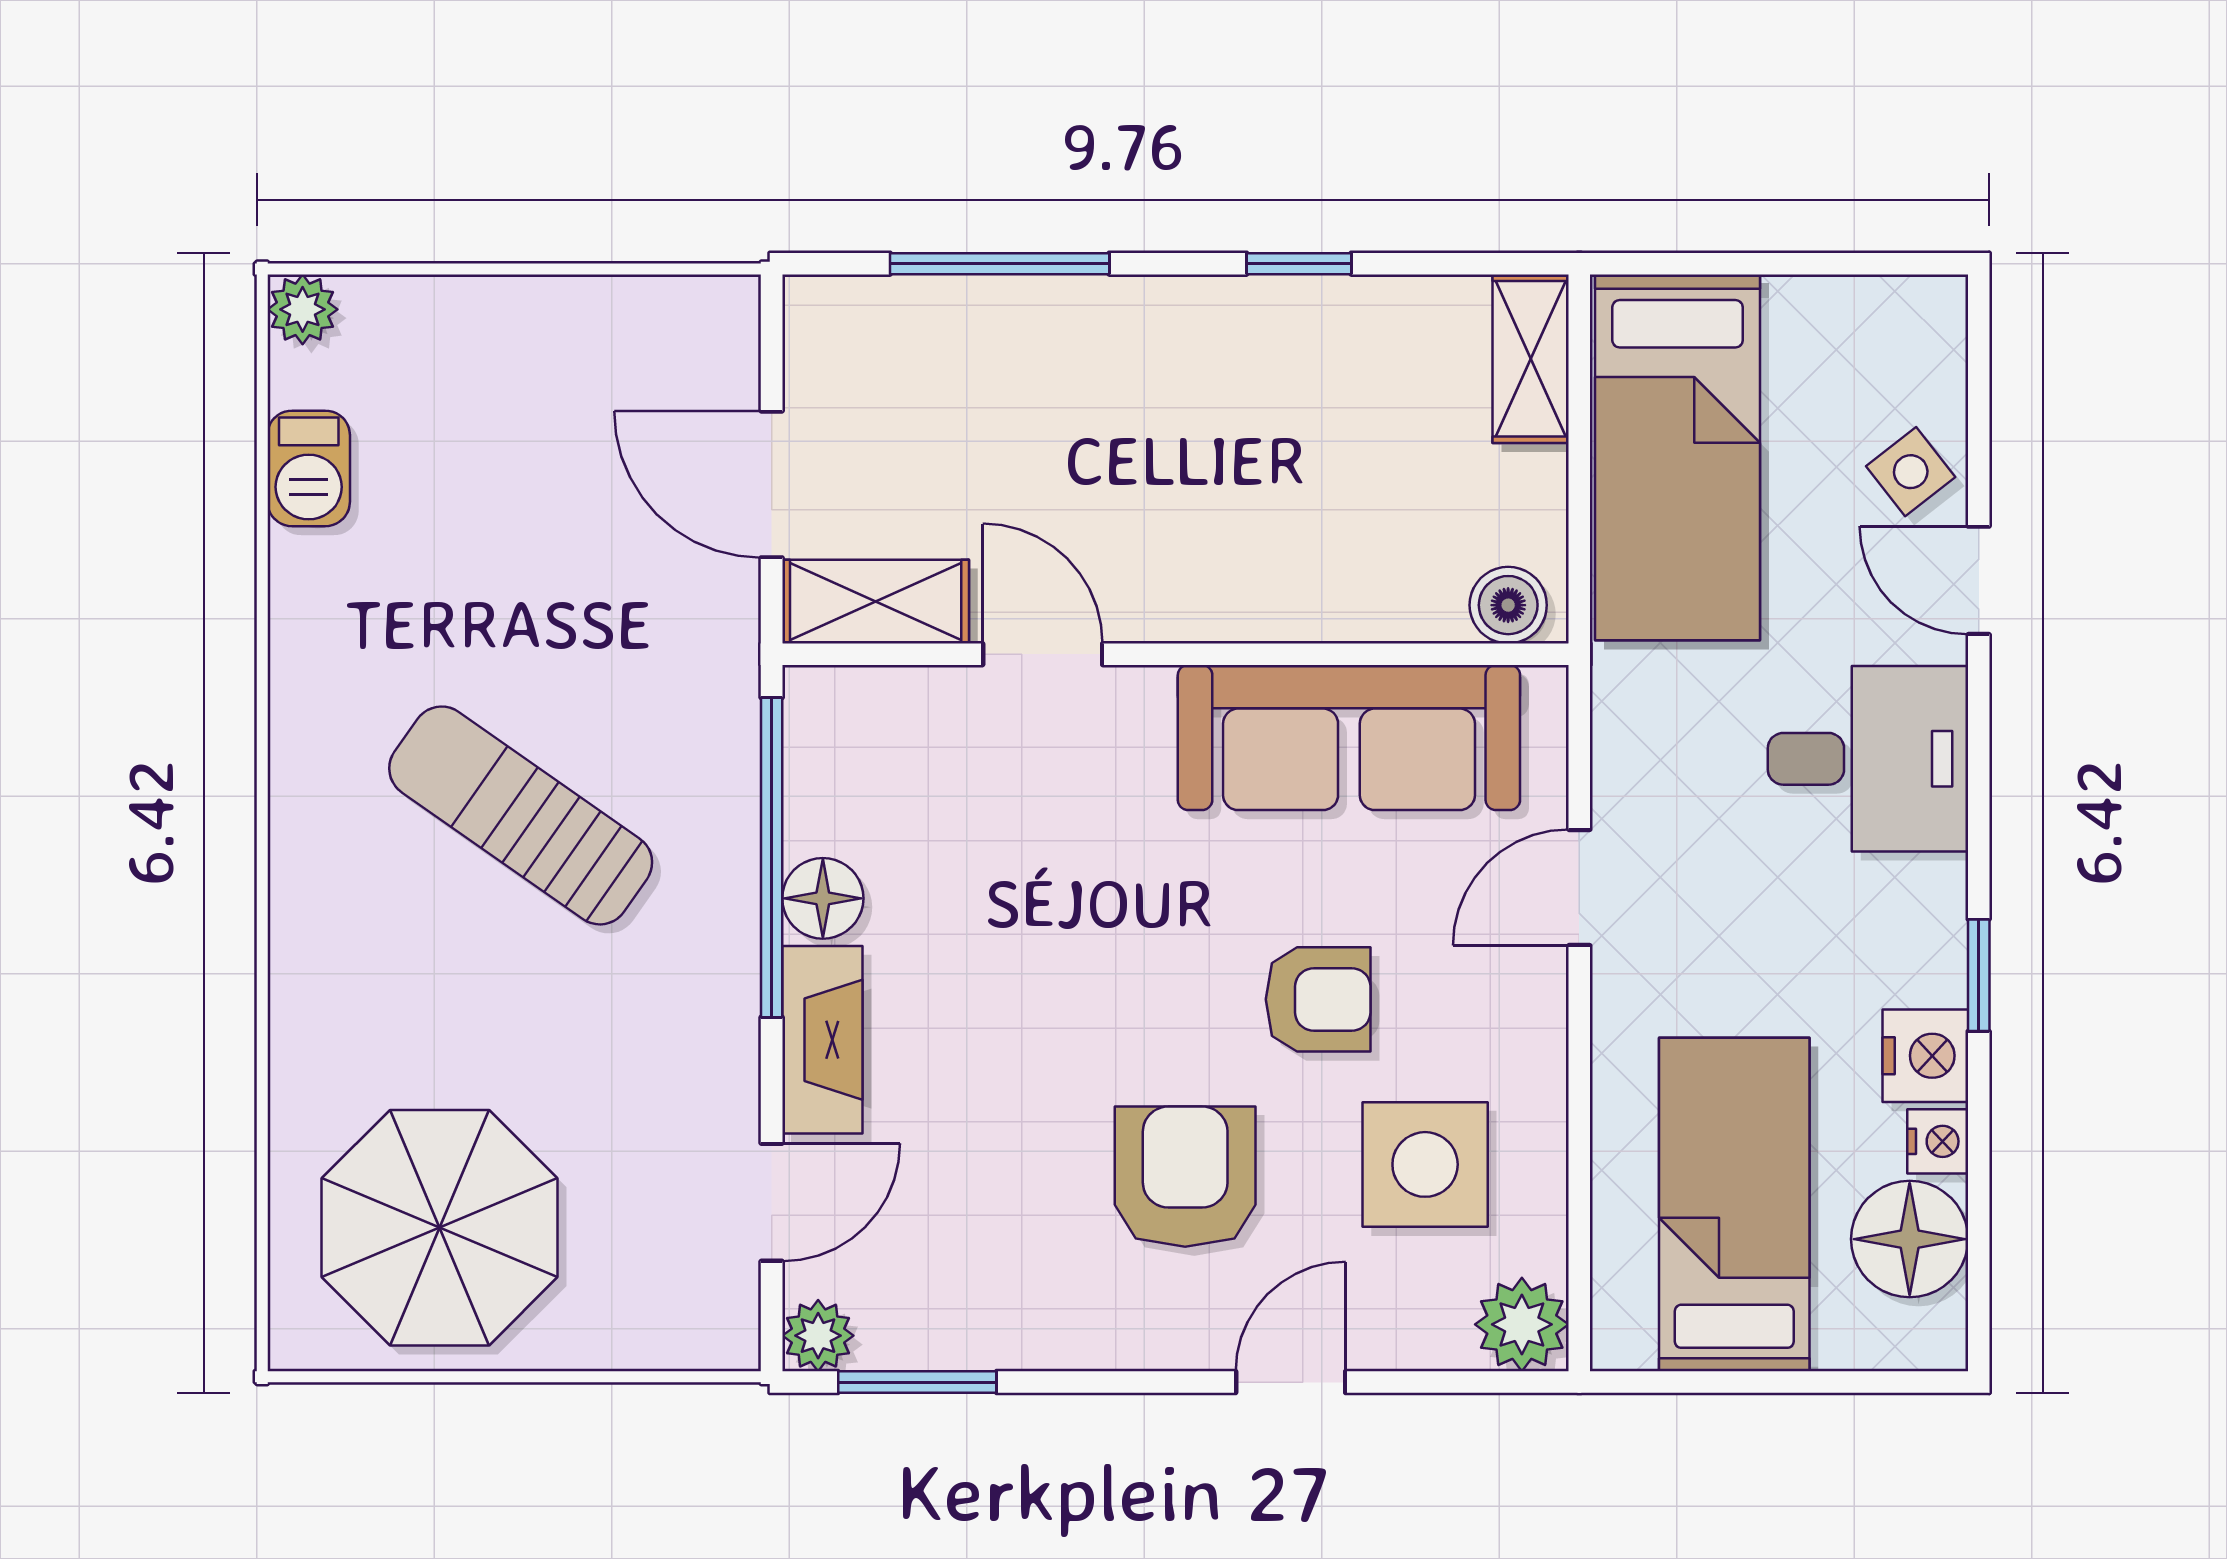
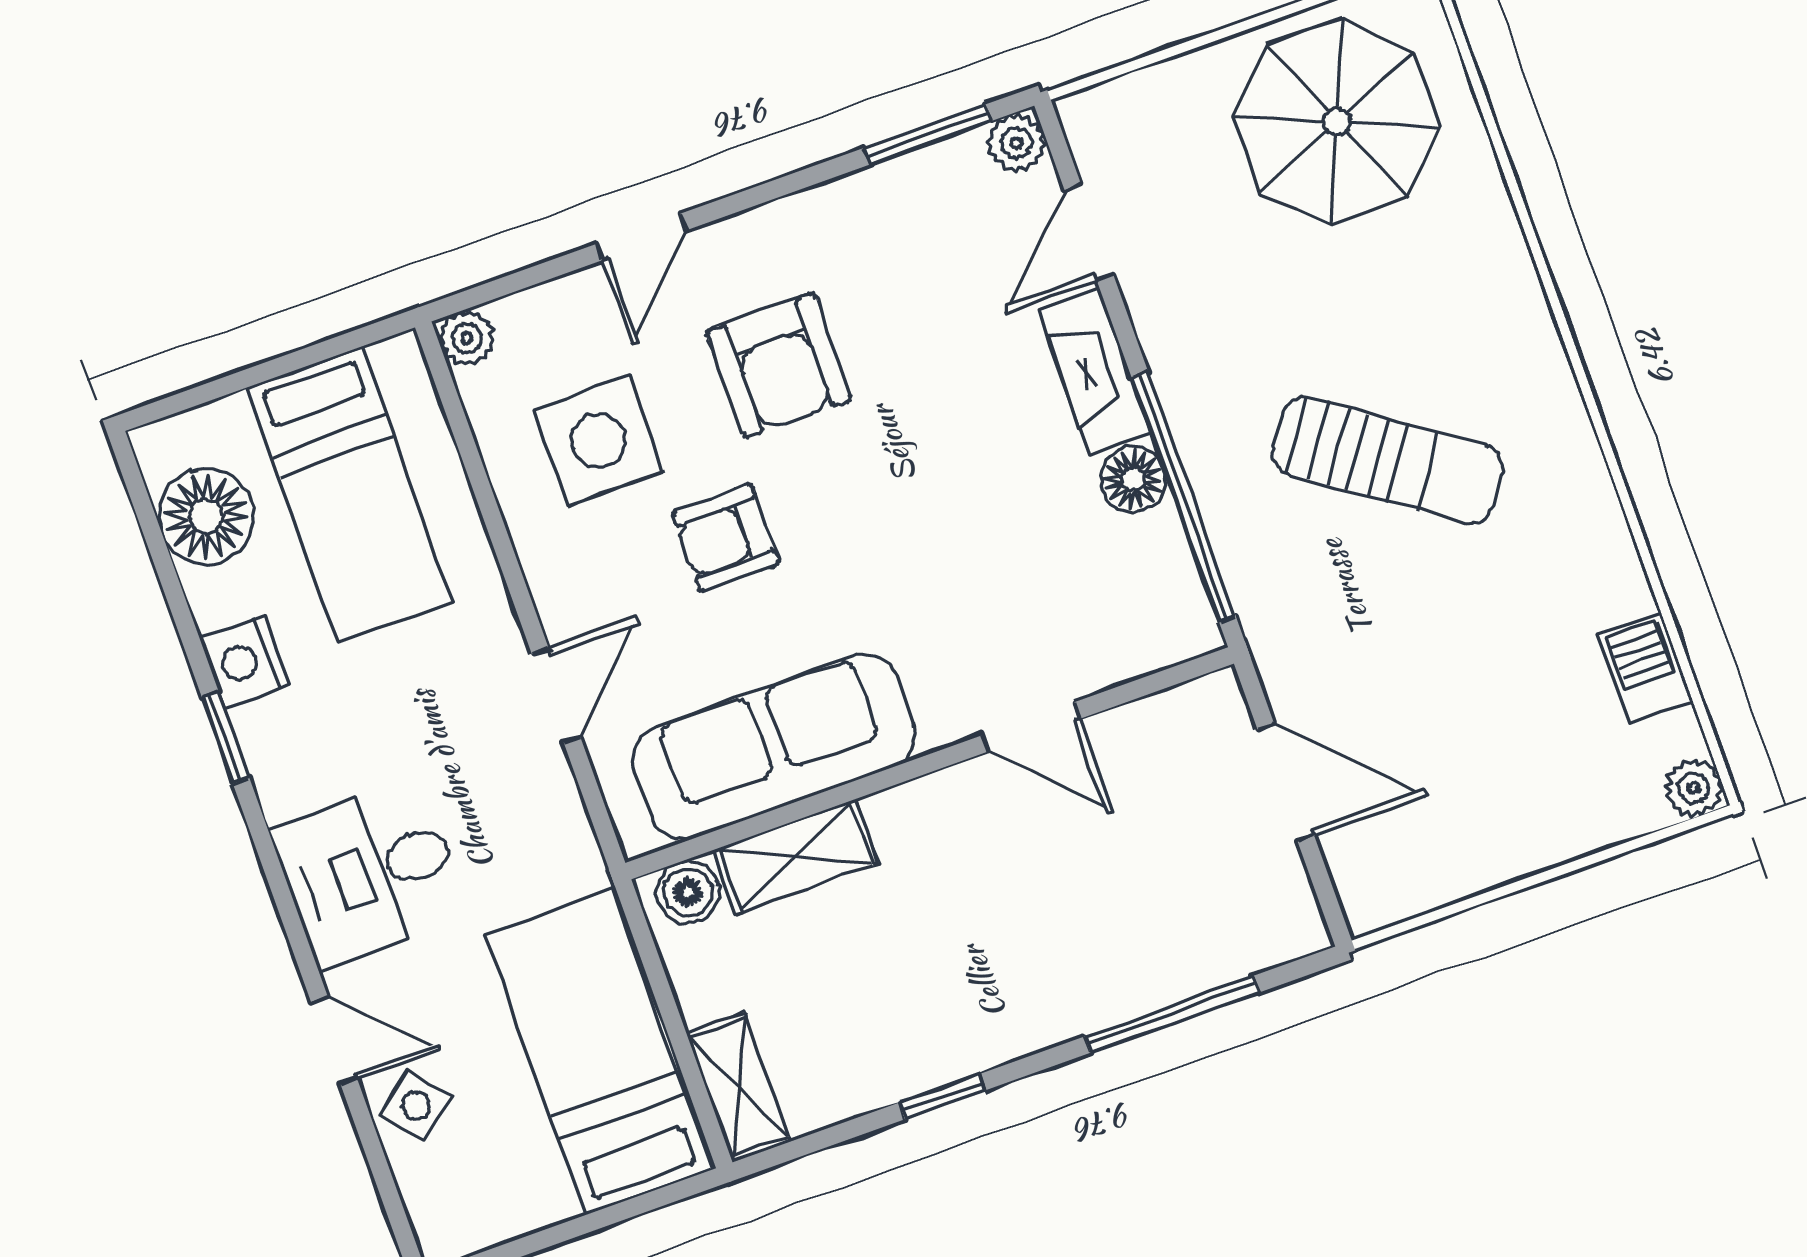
shelving: (876, 602) -> (795, 857), moved
nightstand: (1938, 1141) -> (212, 599), removed
plant: (1522, 1324) -> (467, 338), width x0.73, depth x0.73

